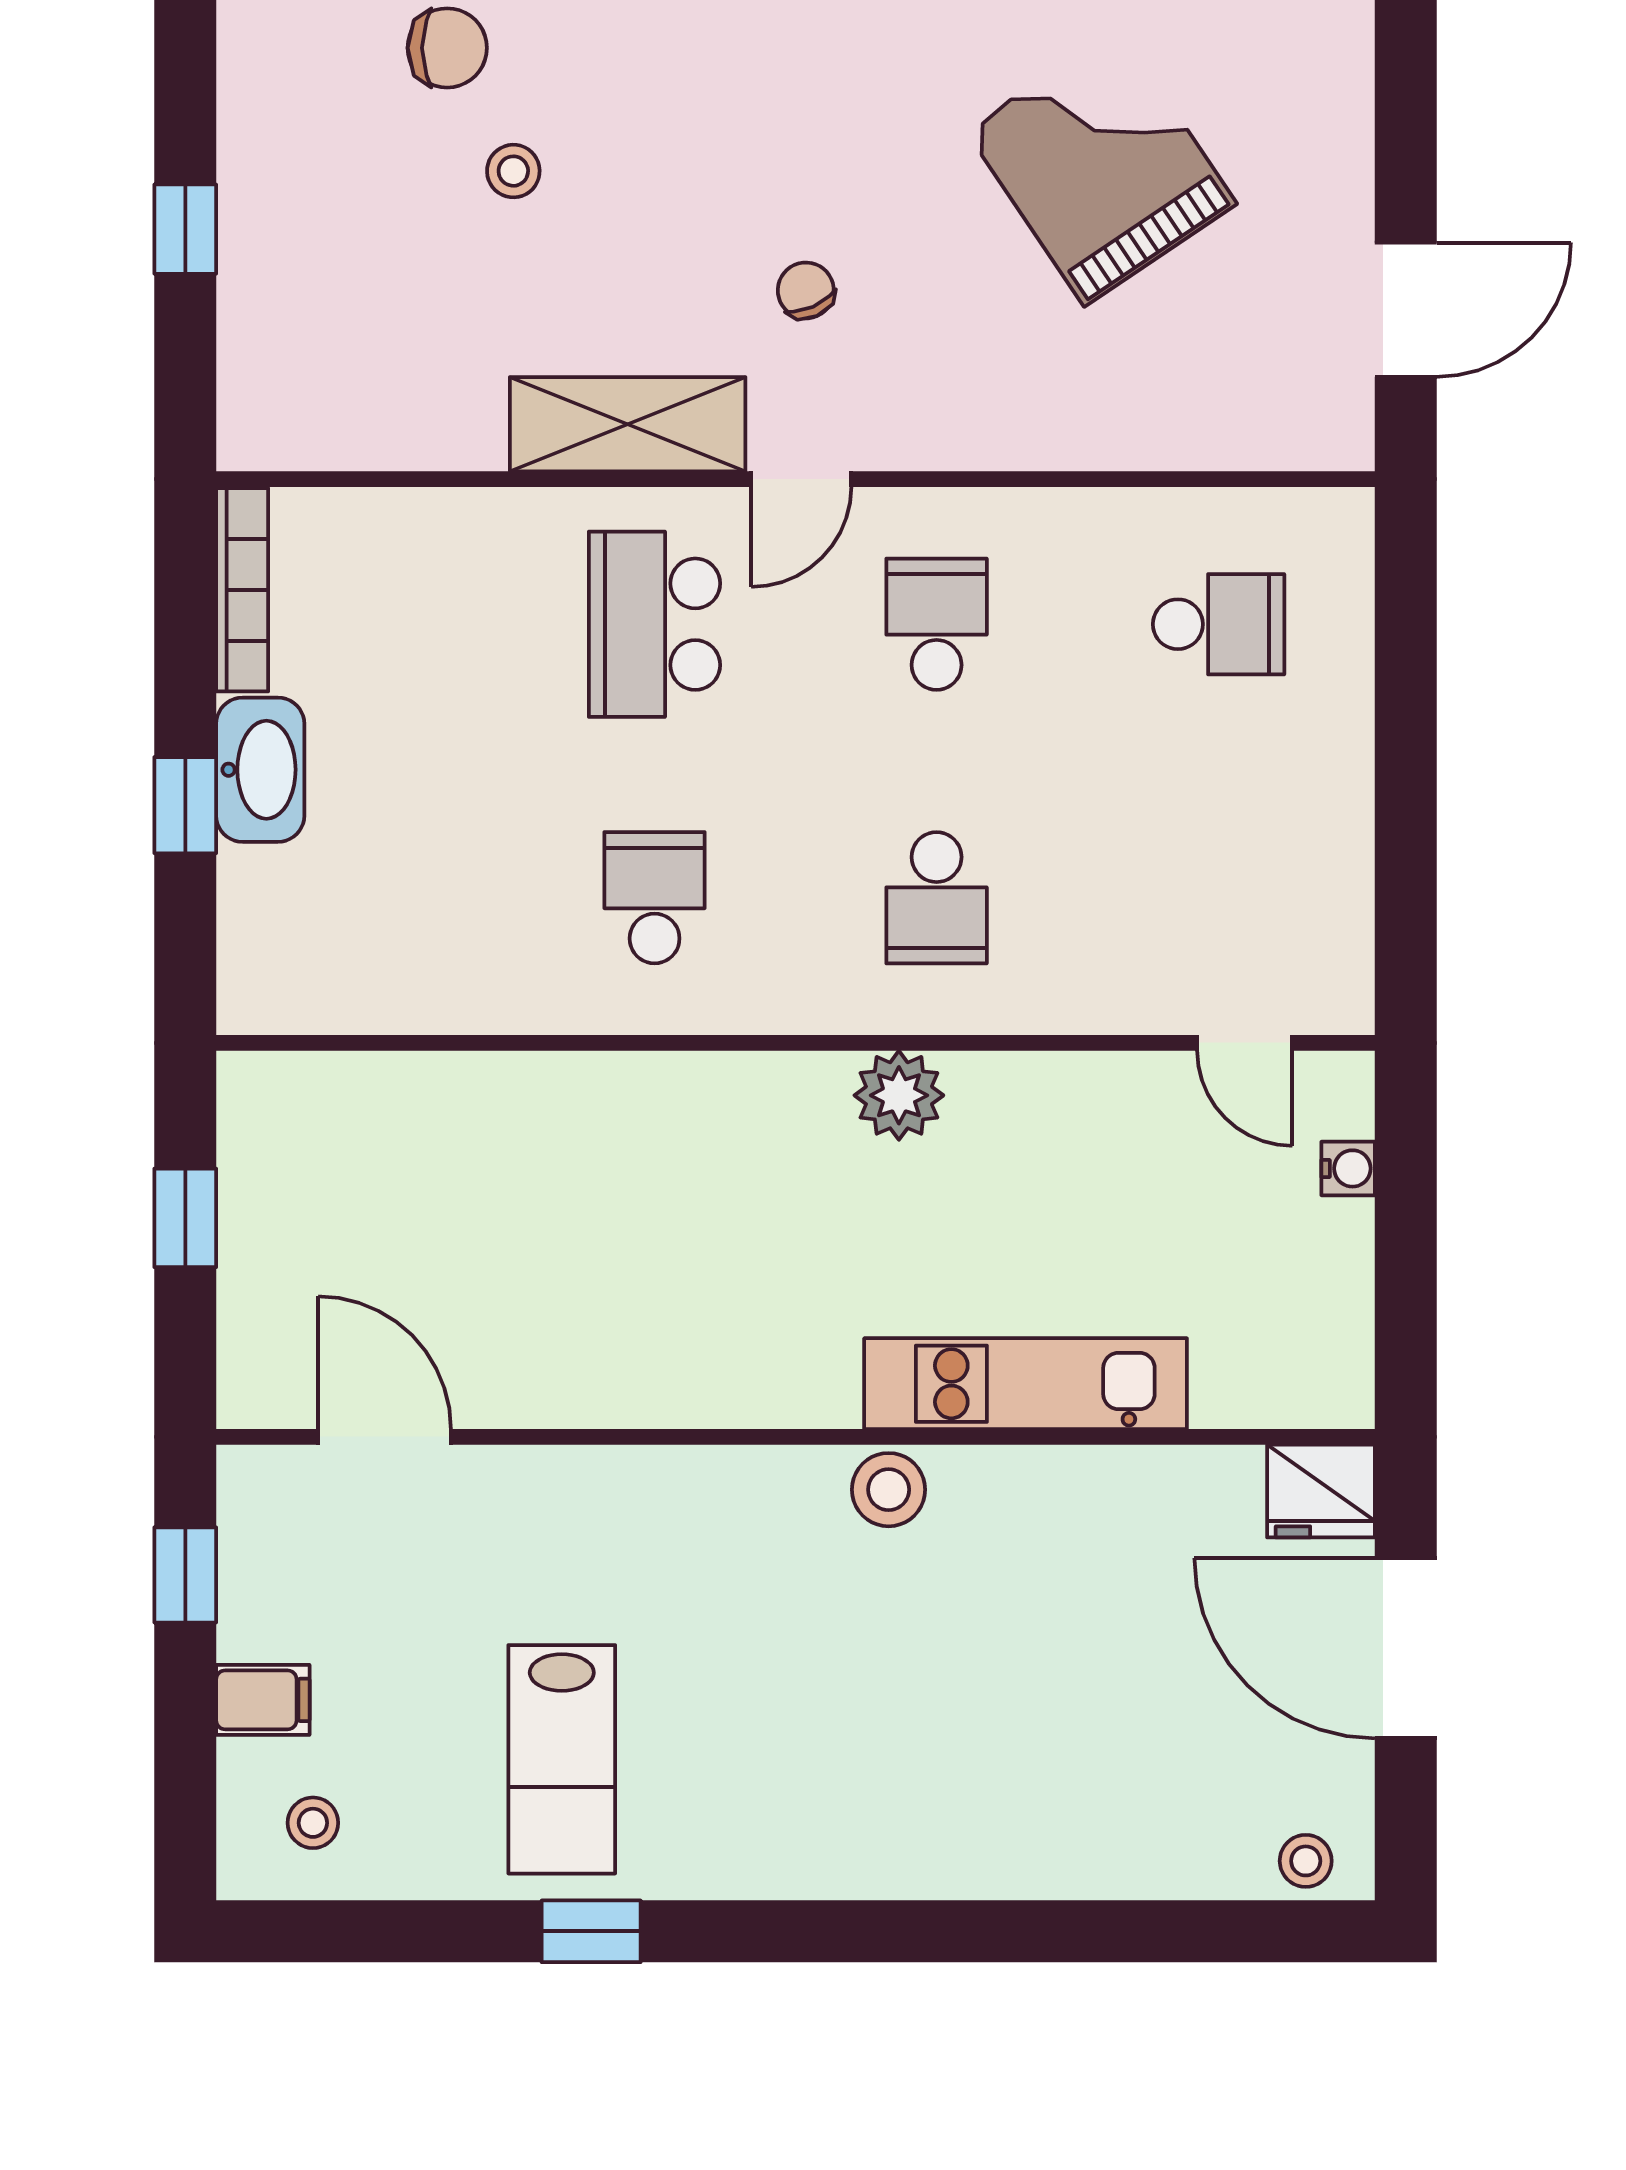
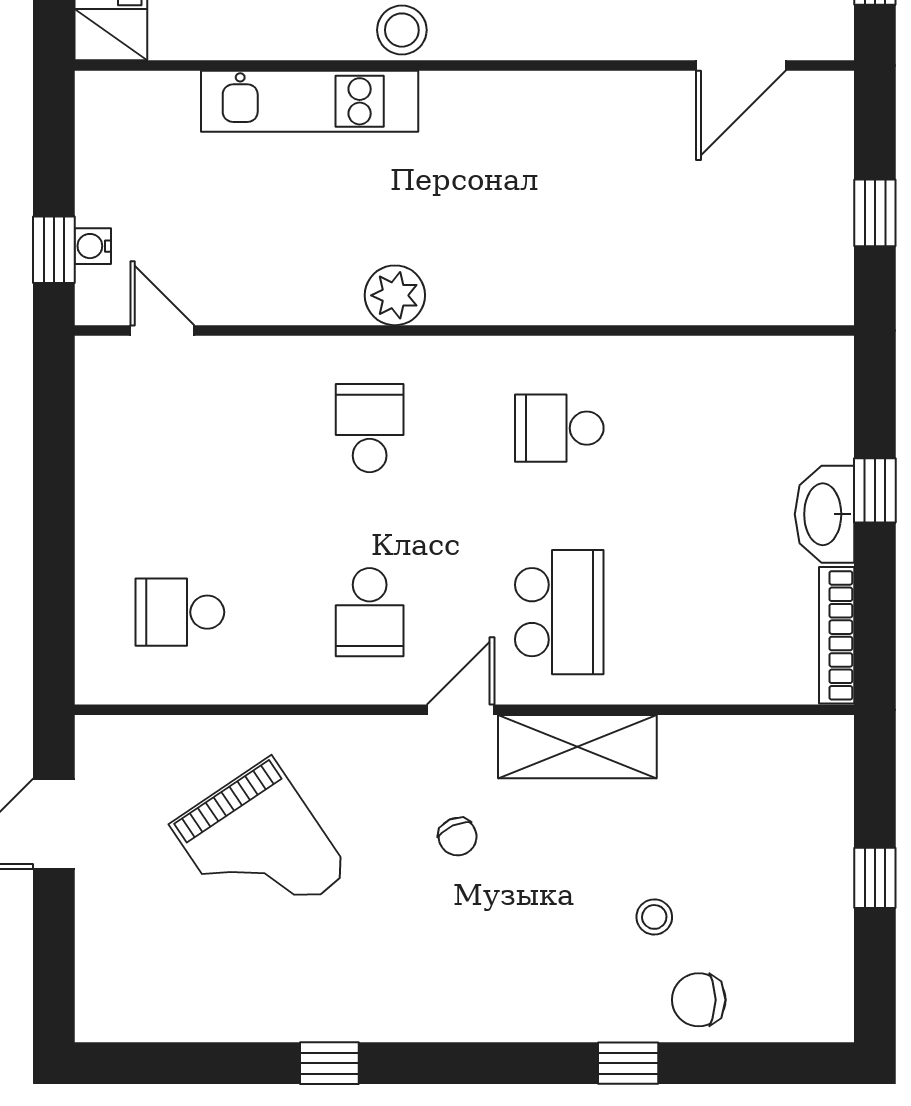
grand piano: (1101, 167) -> (260, 849), moved
school desk: (655, 898) -> (559, 428), turned 90
window: (1406, 1163) -> (54, 250), added
door: (385, 1437) -> (741, 65), hinge flipped

